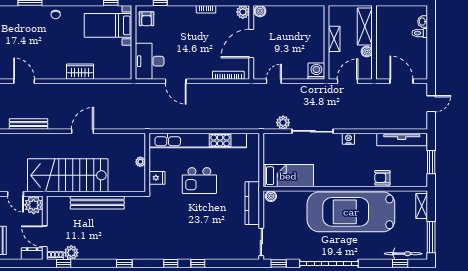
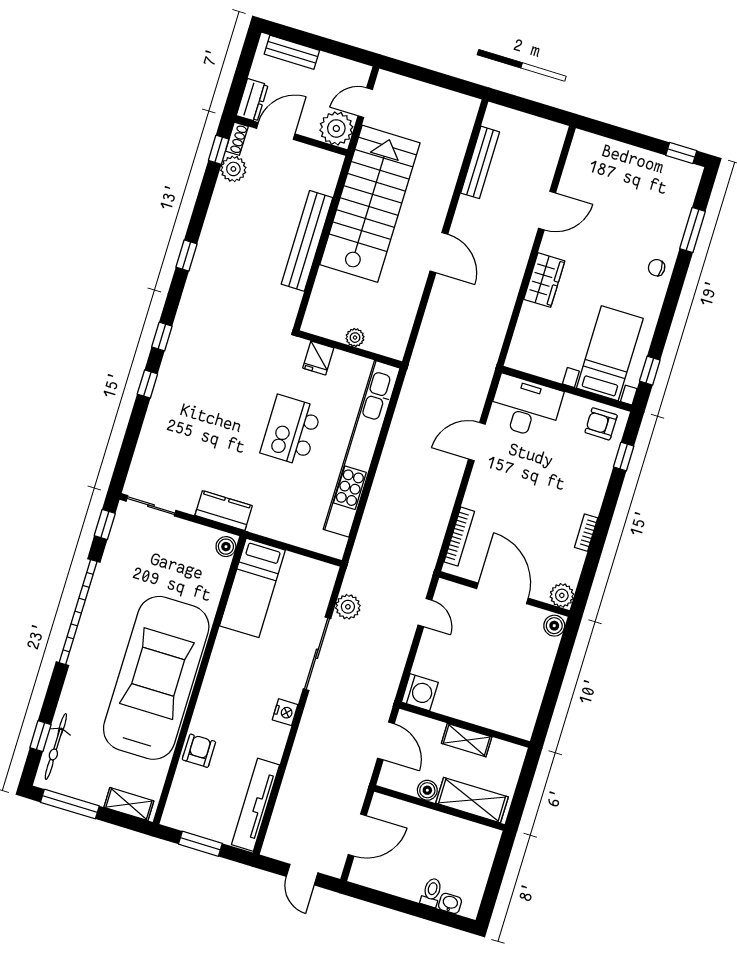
door: (24, 81) -> (547, 211), moved
kitchen counter: (252, 203) -> (224, 511), width x0.67

